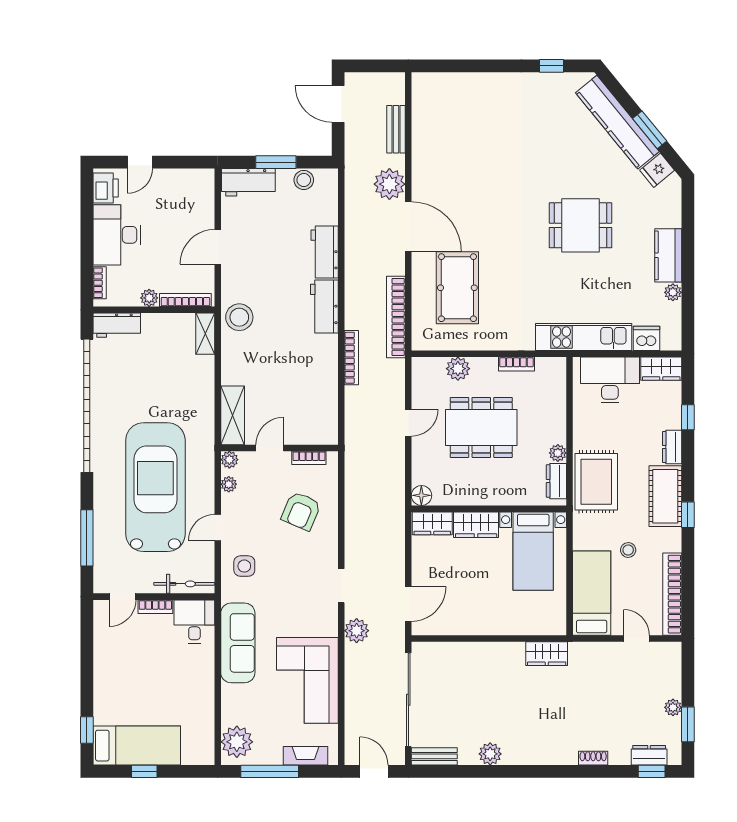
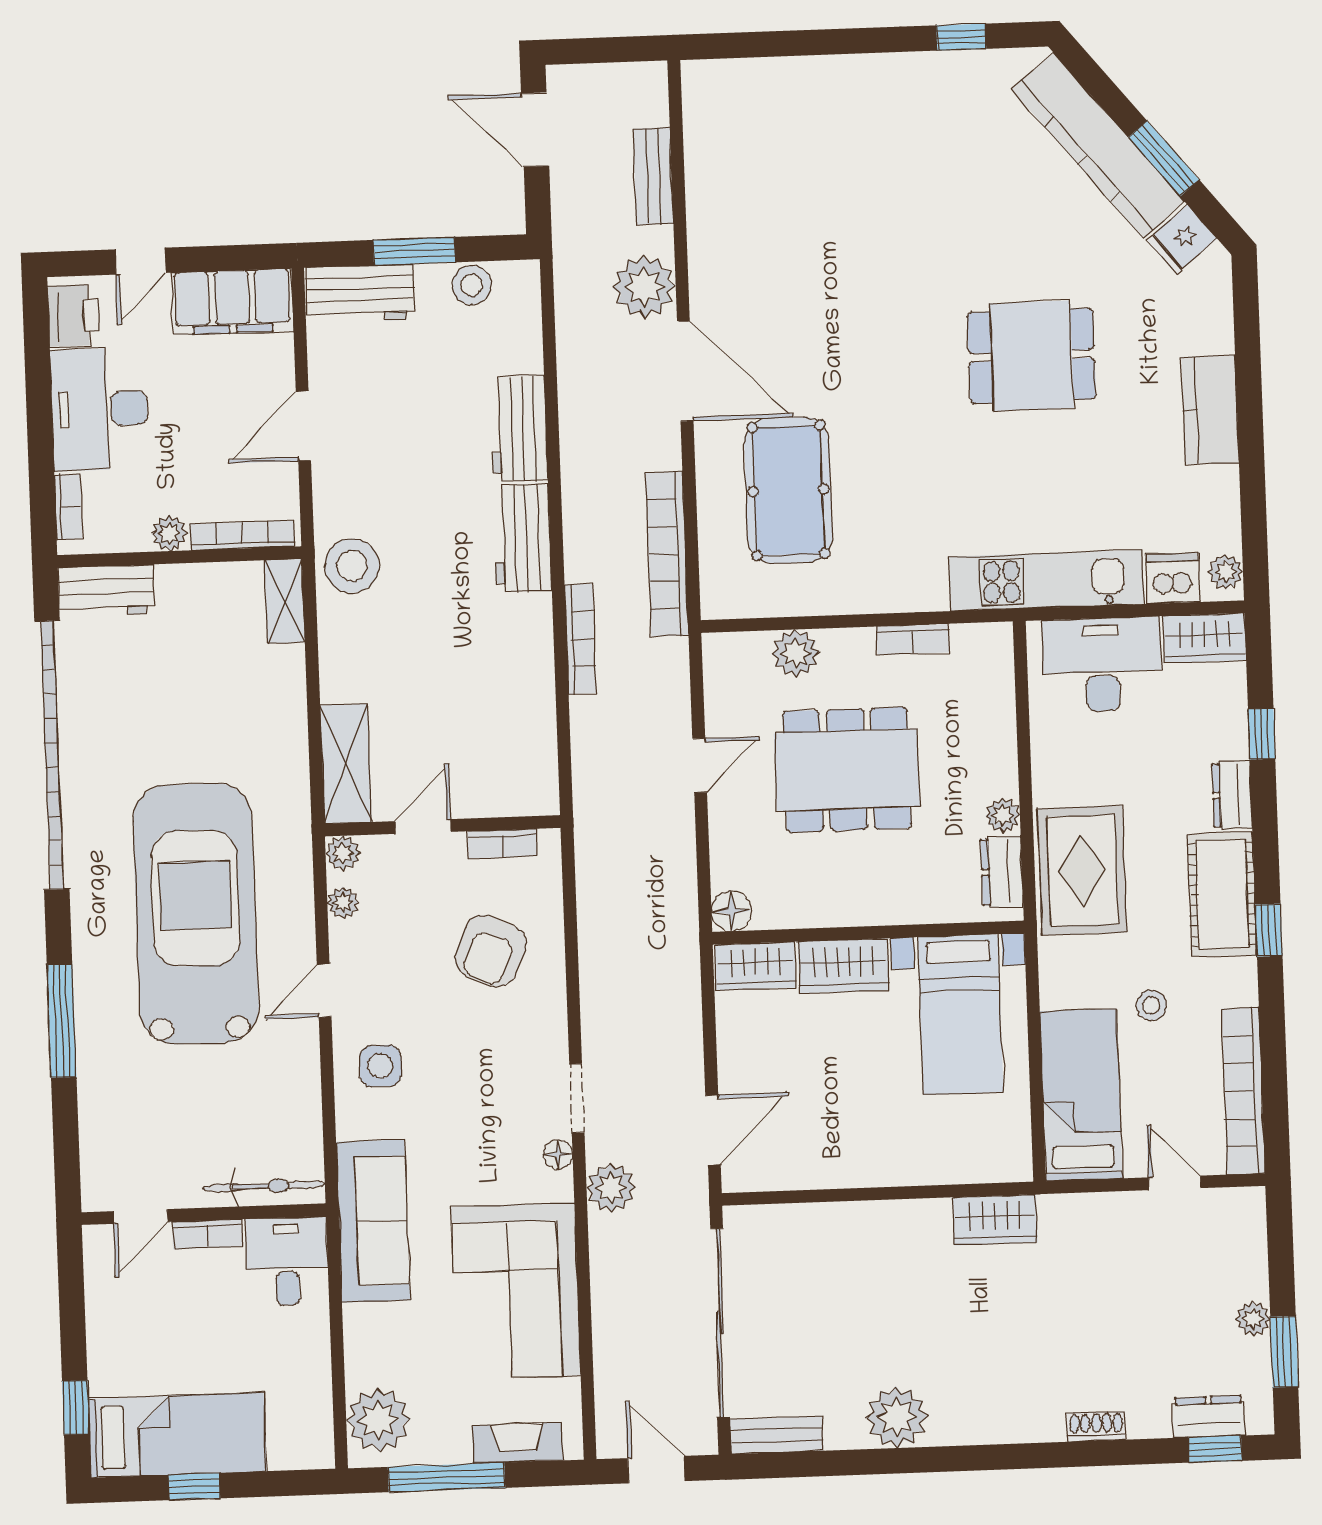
filing cabinet: (185, 184) -> (232, 302), added
plant: (673, 292) -> (1226, 572), moved
bicycle: (184, 584) -> (264, 1186), moved
door: (123, 597) -> (141, 1216), moved
wall: (154, 597) -> (204, 1214), moved
bookcase: (155, 607) -> (207, 1234), moved
floor lamp: (331, 613) -> (558, 1154), added
desk: (194, 622) -> (287, 1261), moved
plant: (490, 754) -> (897, 1417), width x1.36, depth x1.36

